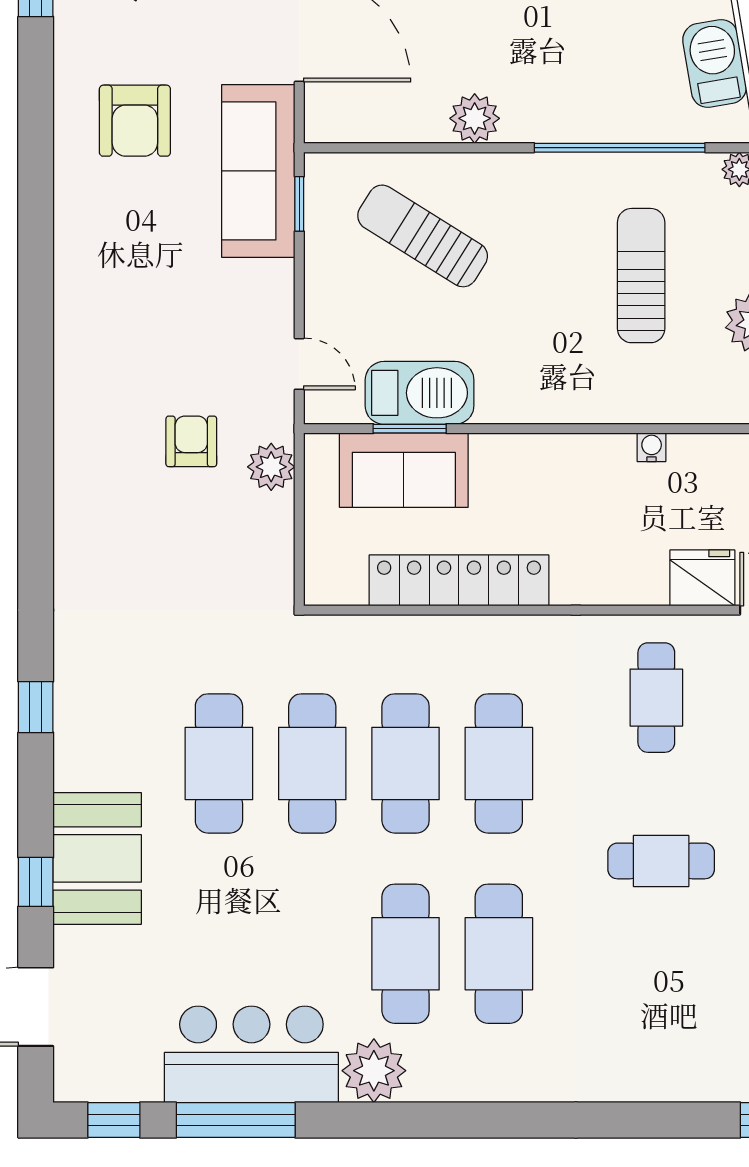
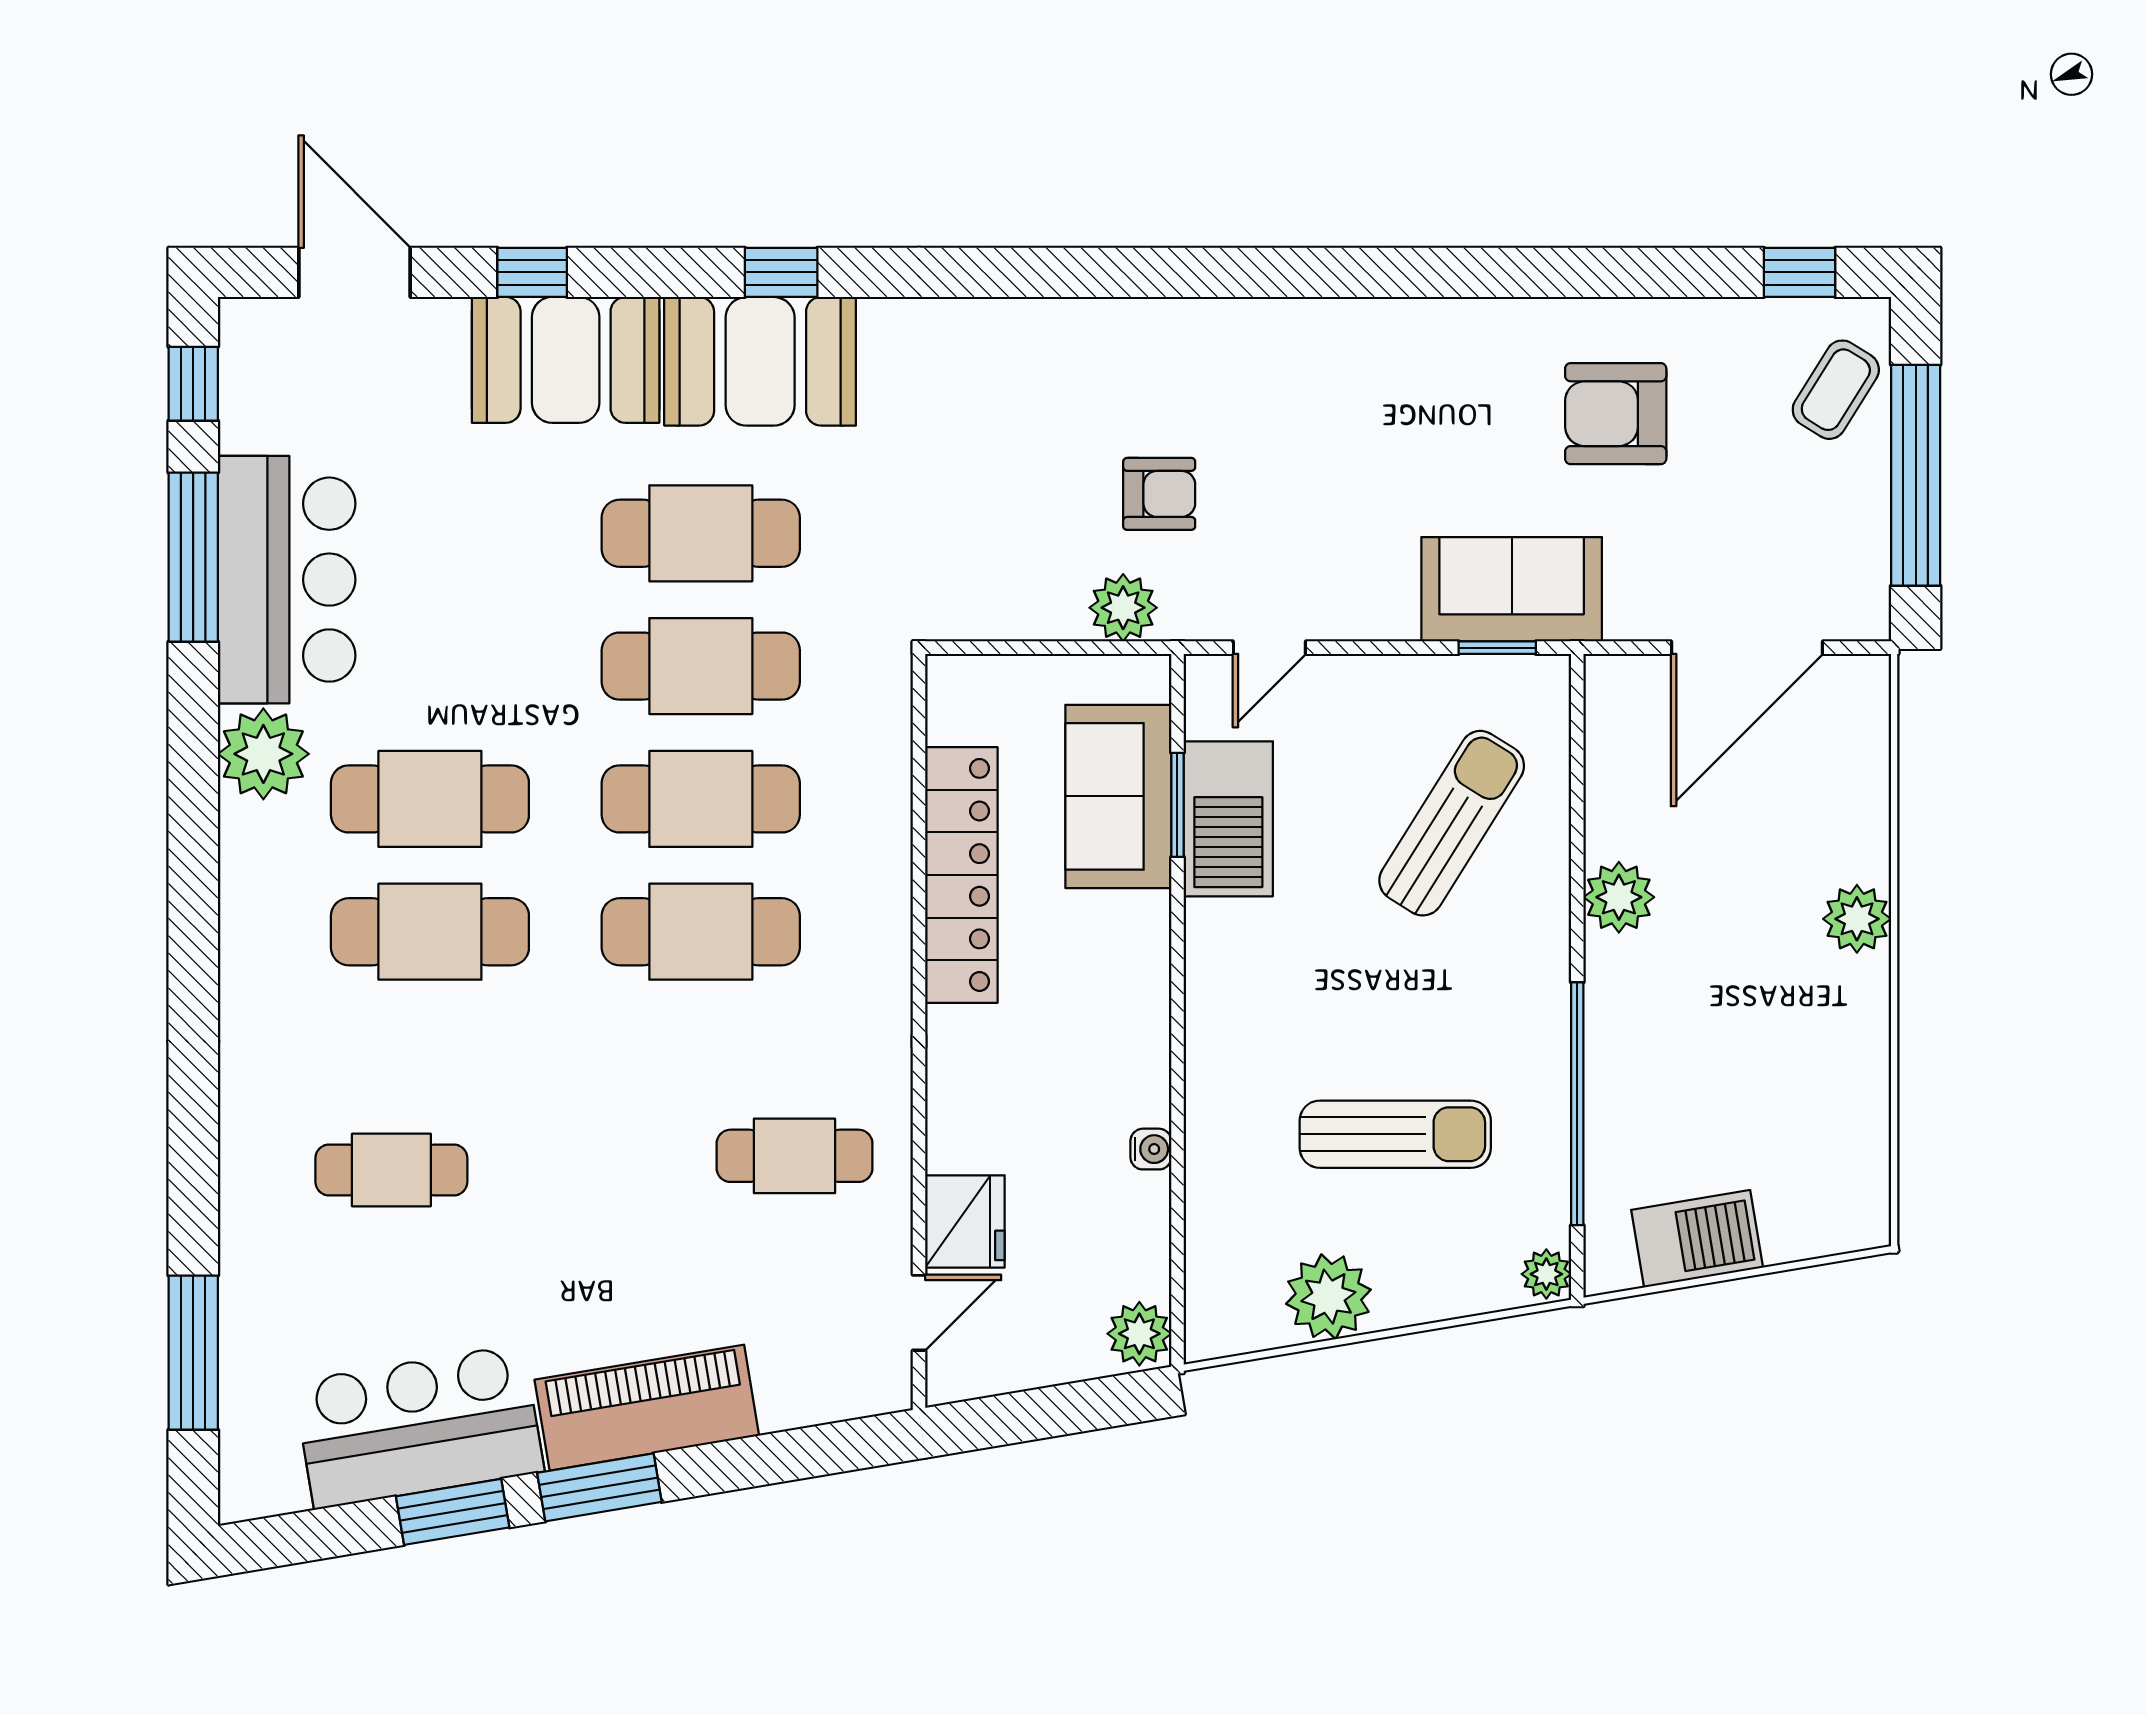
sofa: (258, 171) -> (1512, 589), width x0.73
booth: (98, 722) -> (760, 361), added
cafe table: (661, 861) -> (391, 1170), moved, turned 90

